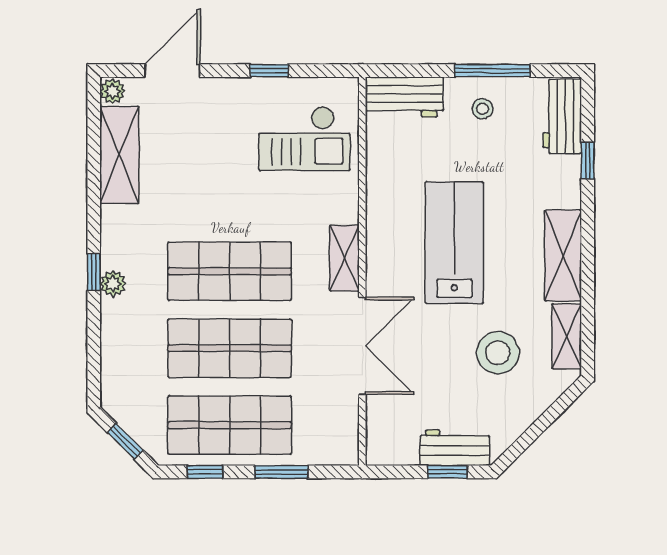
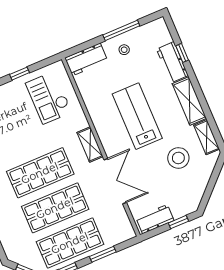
workbench: (562, 116) -> (172, 62), moved
checkout: (304, 138) -> (49, 98), turned 90
workbench: (455, 448) -> (155, 219), moved

